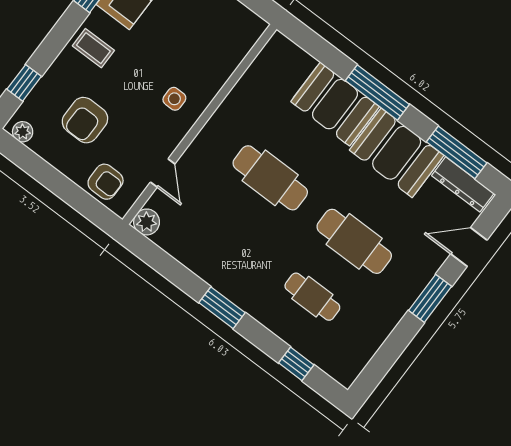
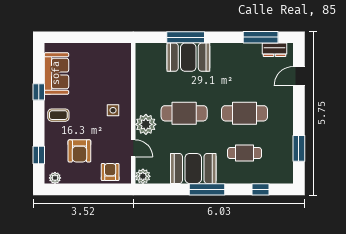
window: (377, 93) -> (186, 37), moved
plant: (205, 153) -> (146, 124), added
booth: (397, 153) -> (193, 168), moved
armchair: (106, 182) -> (110, 172), turned -90
dresser: (463, 184) -> (275, 50), width x0.70
window: (430, 298) -> (299, 148), moved
window: (222, 308) -> (207, 189), width x1.44

